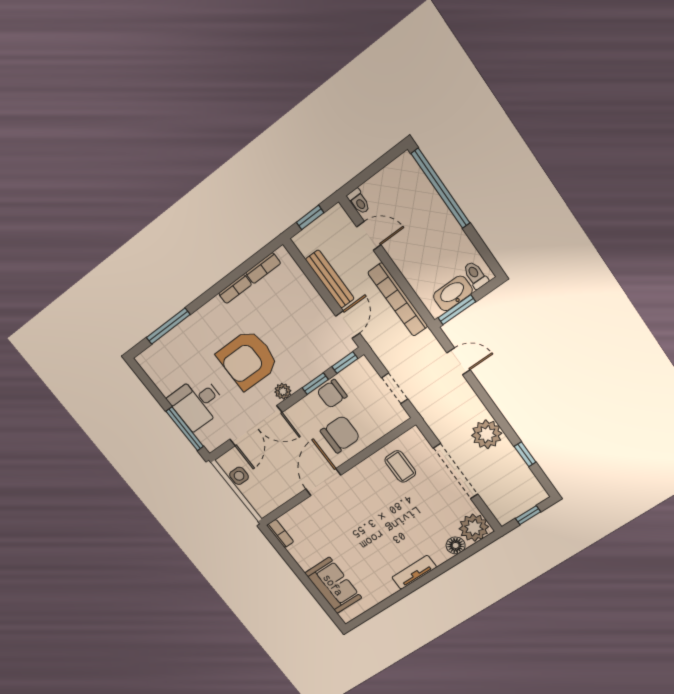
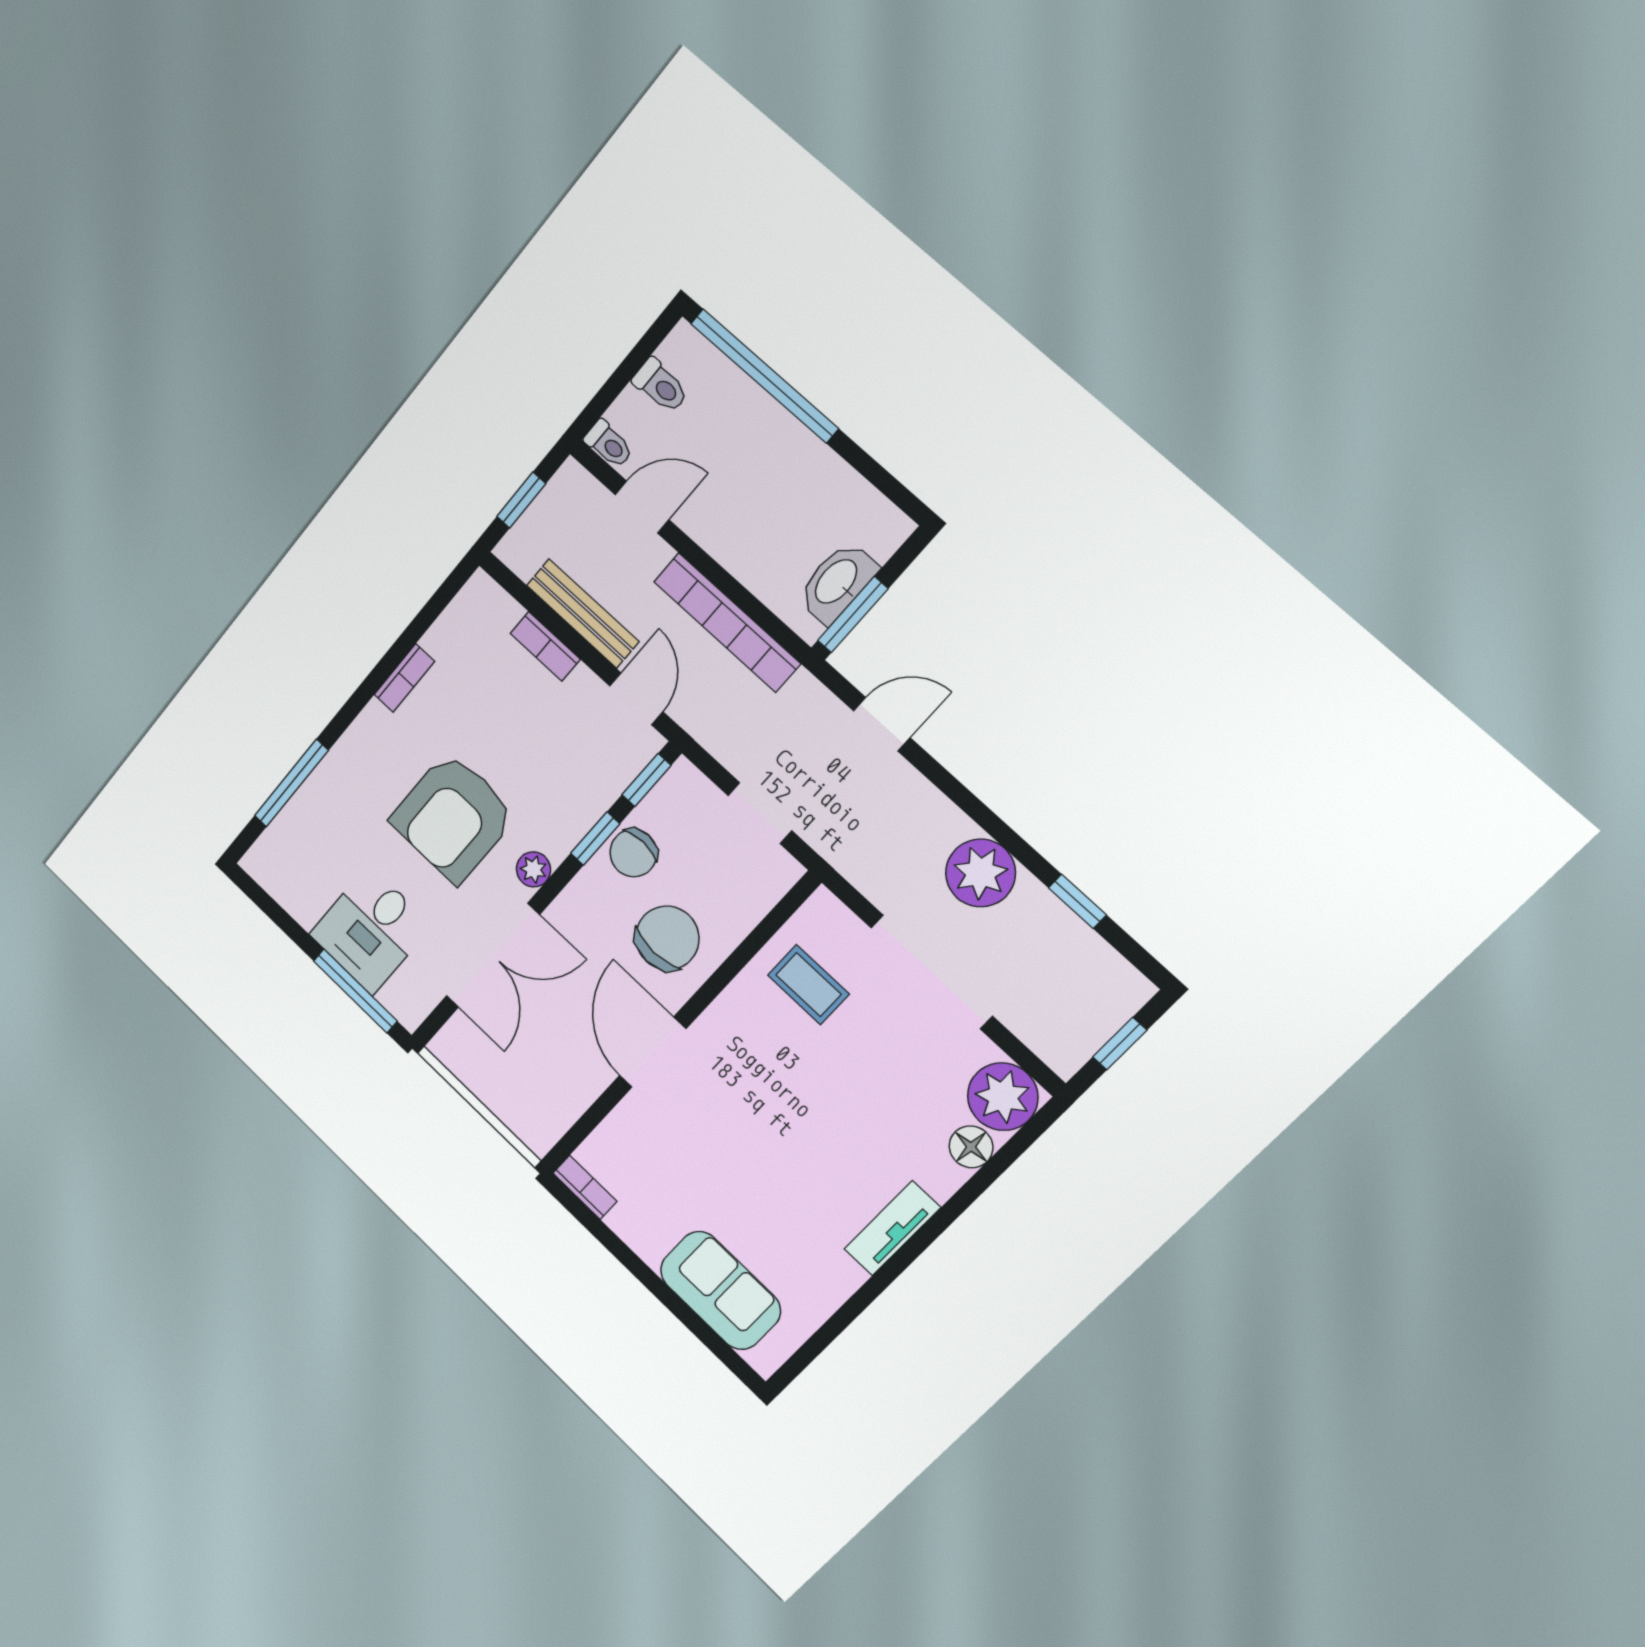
bookcase: (263, 268) -> (545, 646), moved, turned 90
toilet: (475, 275) -> (660, 386), moved, turned 180
side table: (239, 476) -> (478, 1072), removed

